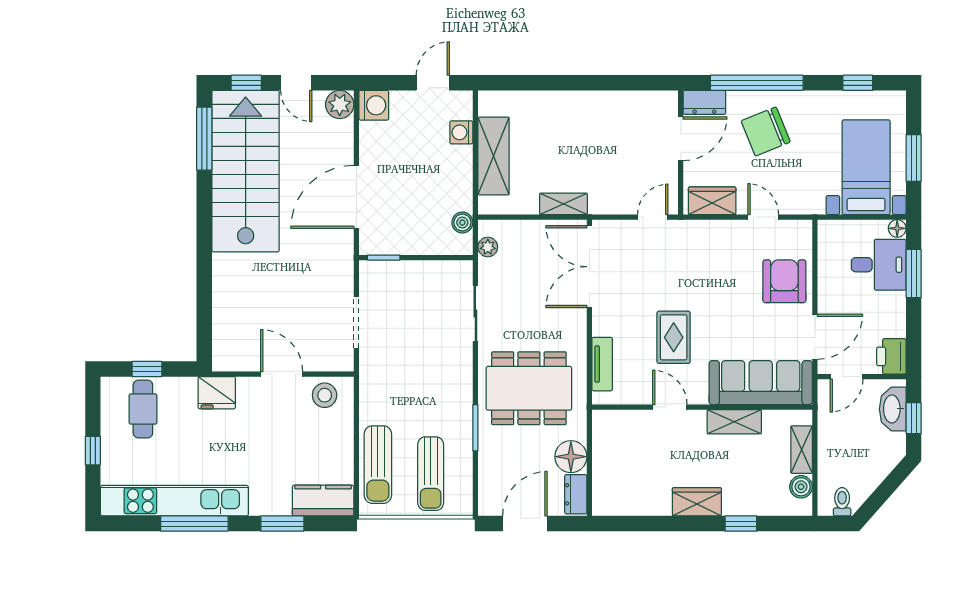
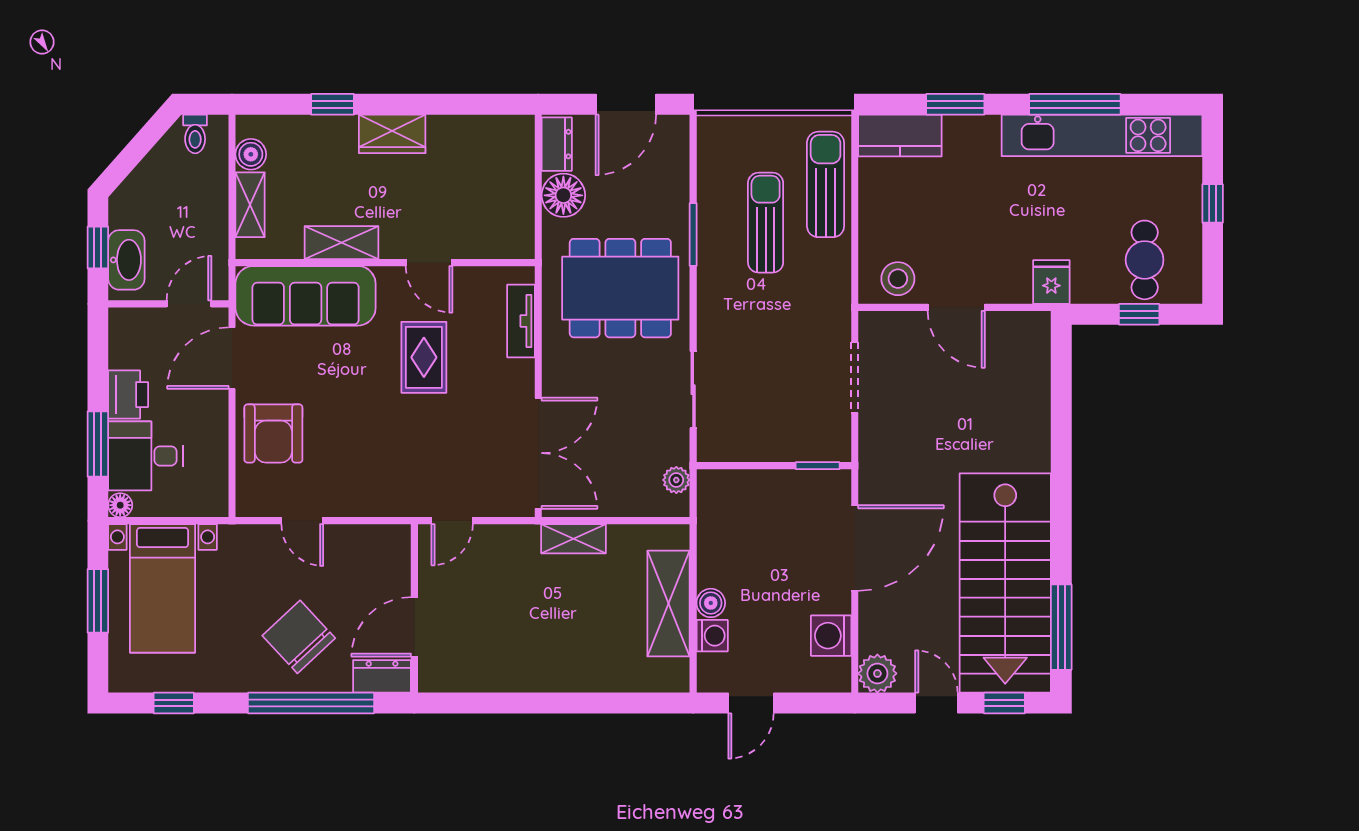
washing machine: (374, 105) -> (831, 636), moved
chair: (766, 131) -> (299, 637), turned -111
wardrobe: (712, 201) -> (372, 543), removed
boiler: (462, 223) -> (711, 603), moved
printer: (891, 356) -> (128, 395), moved
fridge: (217, 393) -> (1051, 282), width x0.72
sun lounger: (431, 474) -> (766, 223), moved

